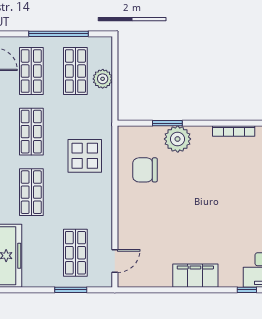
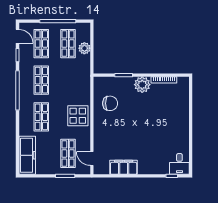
plant: (178, 139) -> (142, 85), moved
display table: (85, 156) -> (78, 116), moved
chair: (145, 170) -> (110, 103), turned 180
door: (115, 261) -> (92, 159), swing flipped
filing cabinet: (195, 276) -> (124, 167), moved

